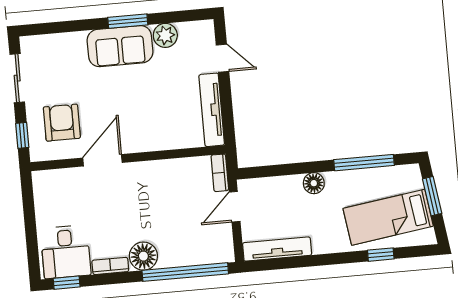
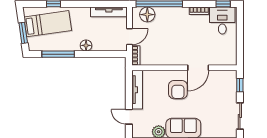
armchair: (62, 123) -> (178, 90), moved
floor lamp: (143, 256) -> (147, 15), moved

